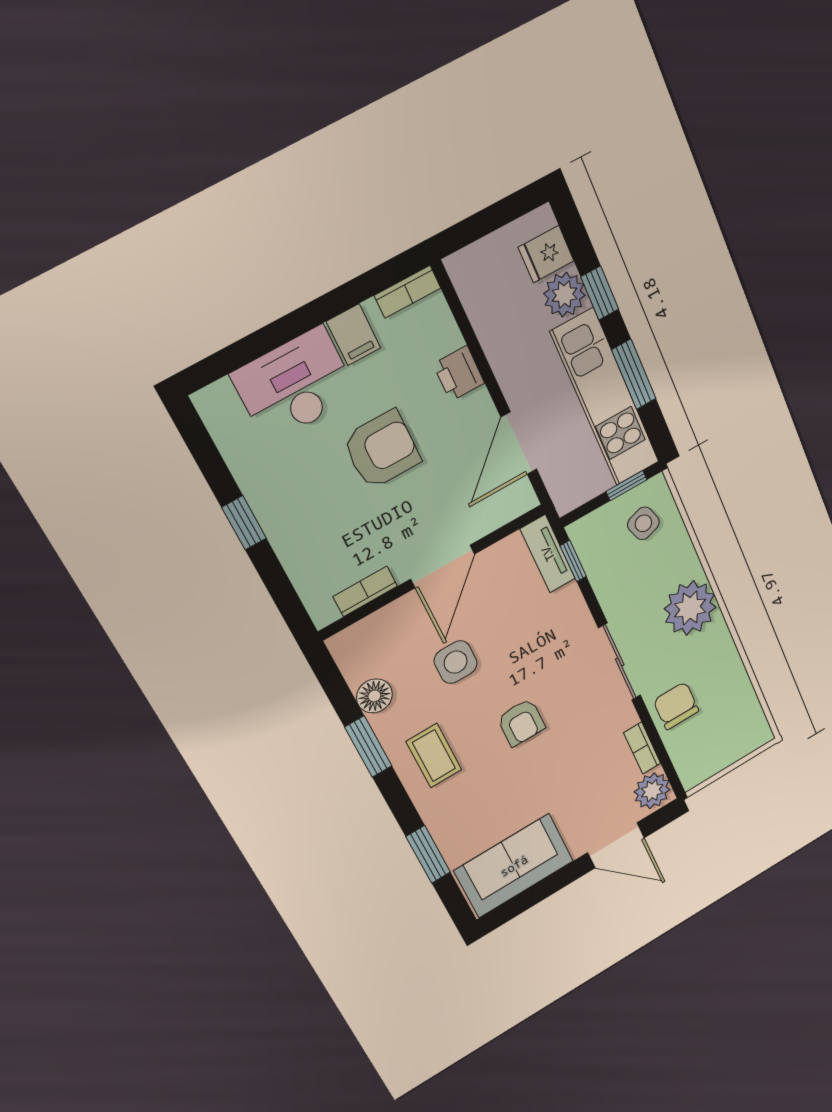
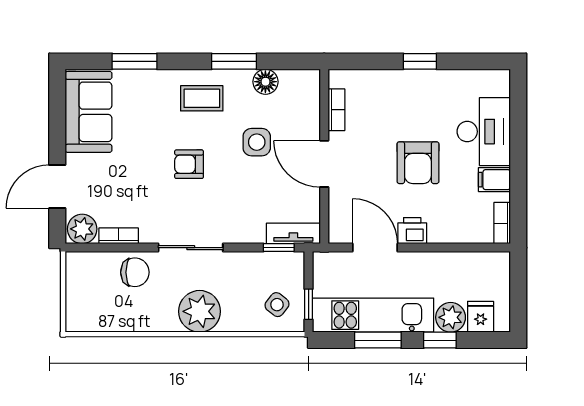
printer: (459, 374) -> (412, 231), moved
side table: (643, 523) -> (277, 305), turned -34

